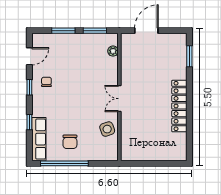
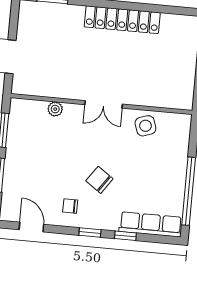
plant: (113, 51) -> (55, 109), moved
window: (29, 87) -> (90, 232), moved
chair: (70, 142) -> (99, 180), moved, turned -145

